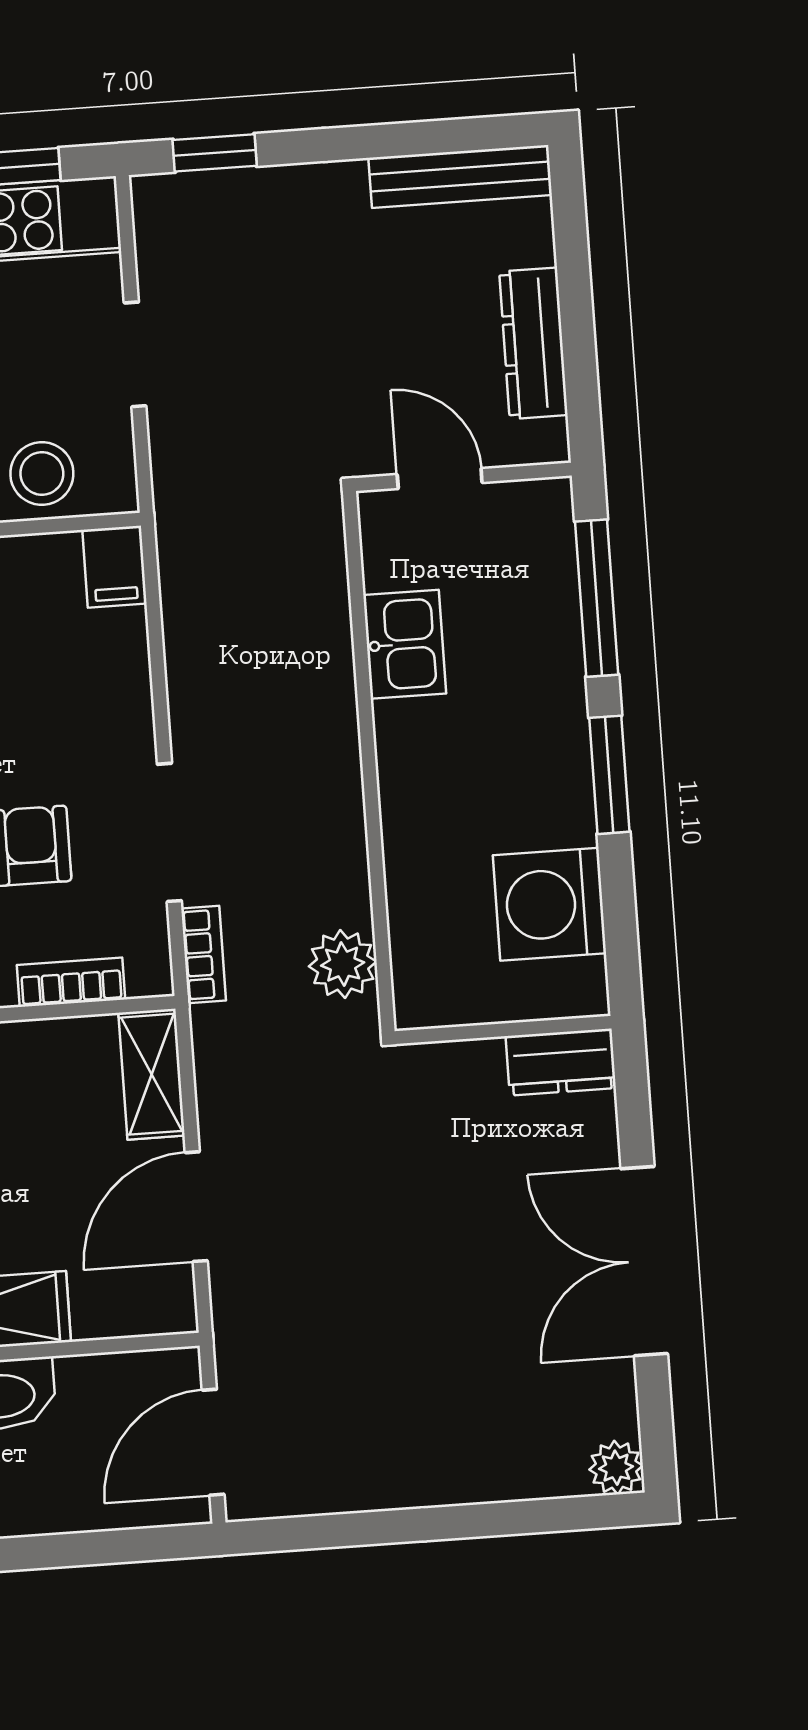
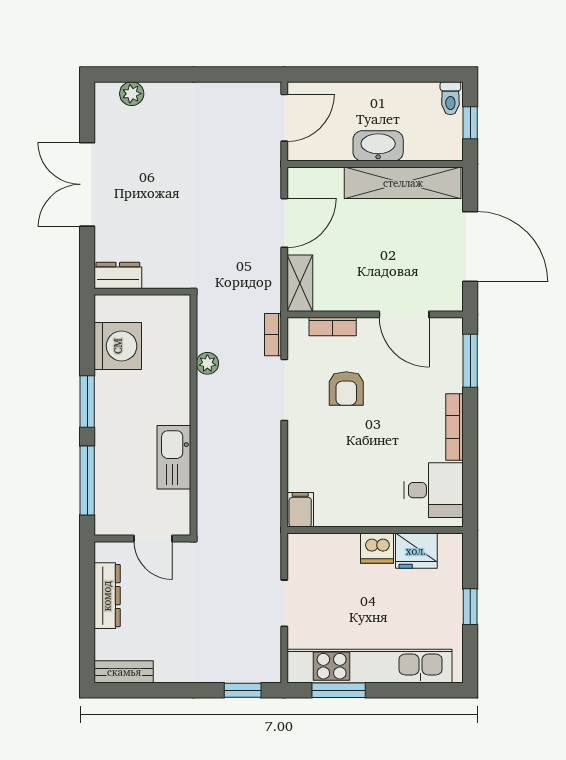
bench: (460, 176) -> (124, 672), width x0.73
stool: (42, 473) -> (329, 553), removed
kitchen sink: (405, 644) -> (174, 457), width x1.38
plant: (343, 964) -> (207, 363), moved, width x0.73, depth x0.73
double door: (644, 1261) -> (87, 184), swing flipped
plant: (616, 1468) -> (132, 94), moved

